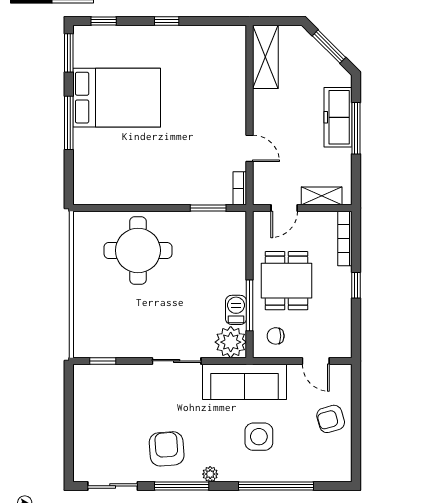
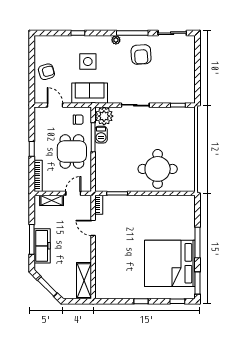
bed: (117, 98) -> (170, 263), width x1.36
sofa: (245, 382) -> (90, 93), width x0.73
window: (276, 486) -> (78, 33), width x0.32

